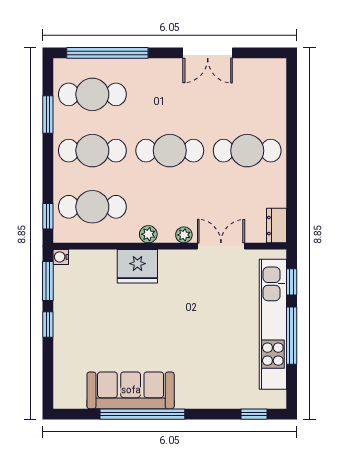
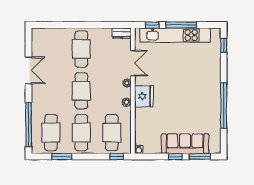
double door: (221, 246) -> (133, 63), swing flipped
fridge: (137, 266) -> (144, 96), moved
window: (48, 281) -> (200, 157), moved
sofa: (131, 390) -> (185, 144), moved, turned 90

